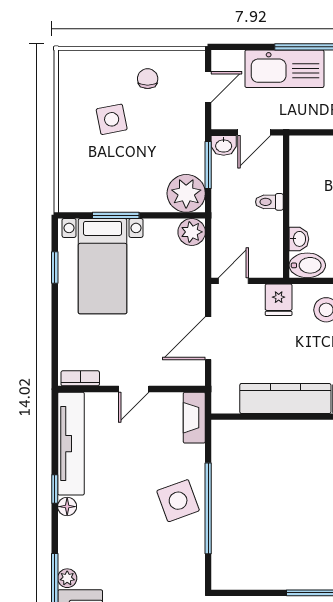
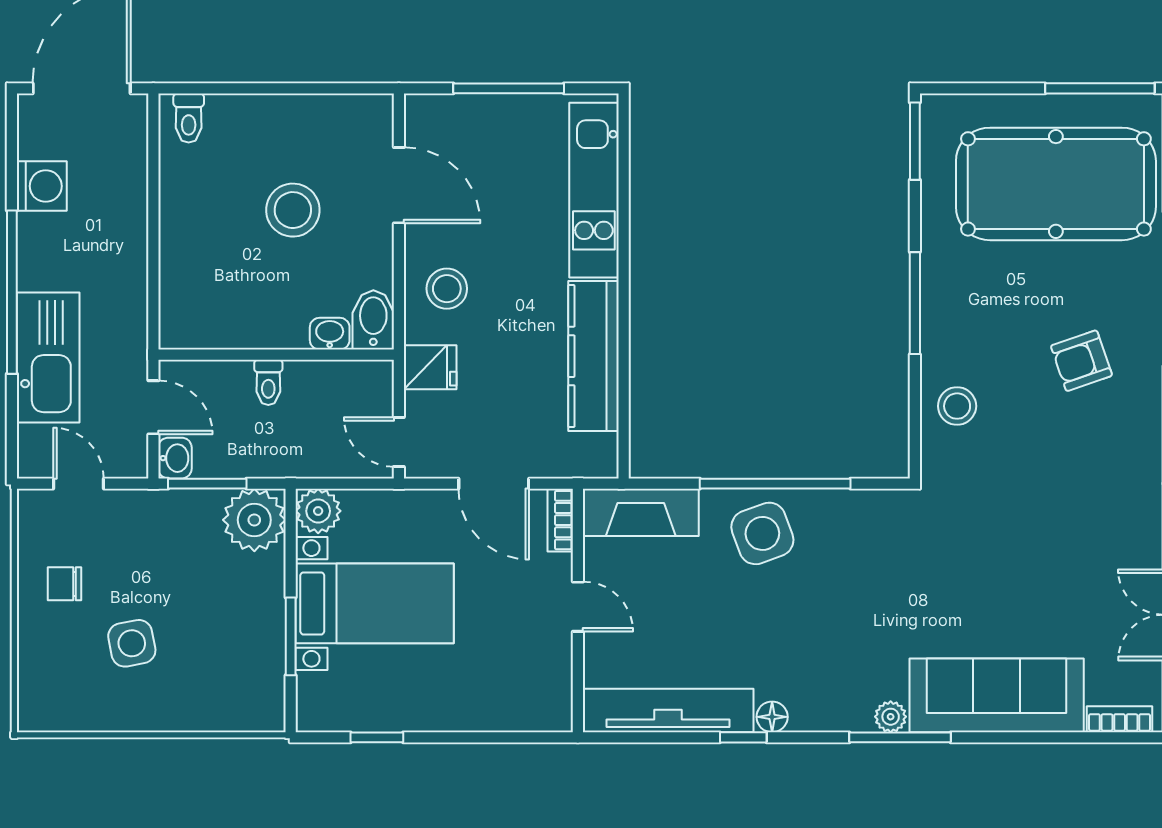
bed with nightstands: (103, 266) -> (375, 603), moved
bookcase: (80, 378) -> (560, 520), moved
fireplace: (194, 418) -> (641, 512), width x1.37, depth x1.32

